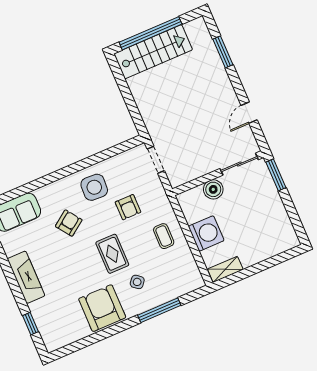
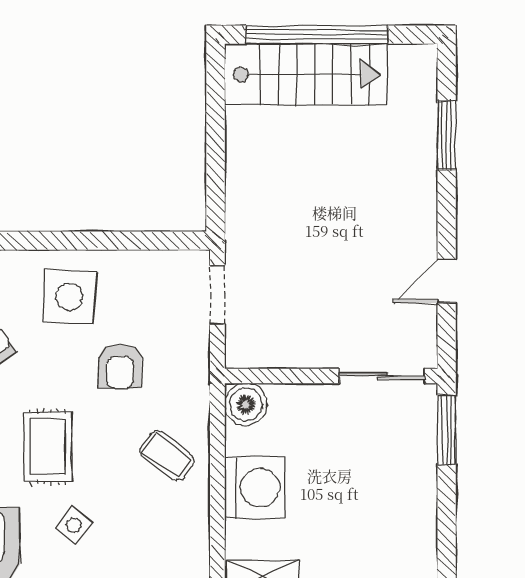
boiler: (213, 189) -> (246, 405), moved
coffee table: (164, 236) -> (167, 456), turned -54

